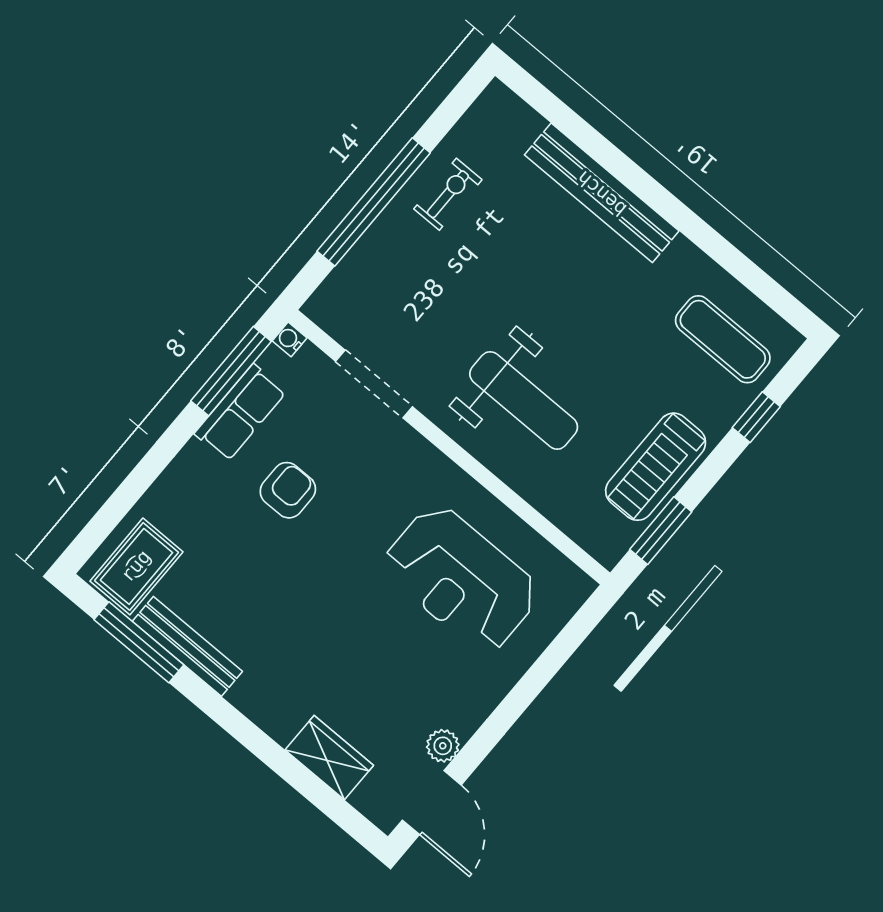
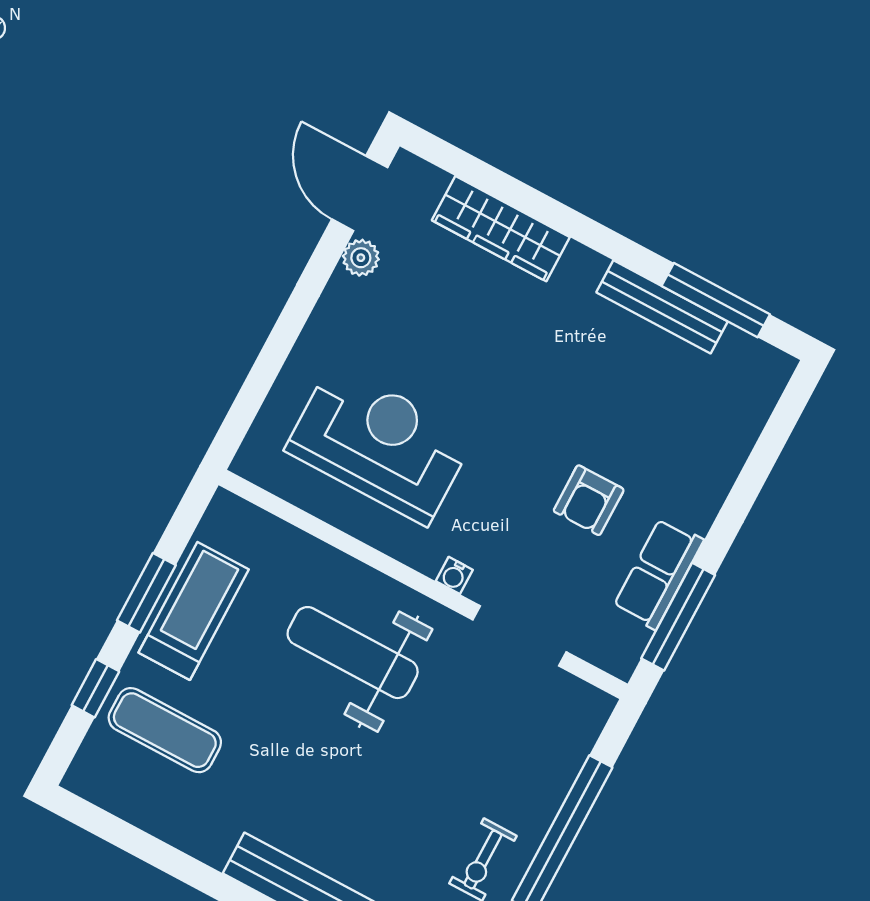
water cooler: (290, 339) -> (454, 575), moved, turned 90
exercise mat: (723, 339) -> (165, 730), moved
window: (661, 531) -> (146, 593), moved
rug: (136, 566) -> (736, 382), removed
wardrobe: (329, 758) -> (501, 229), width x1.50

